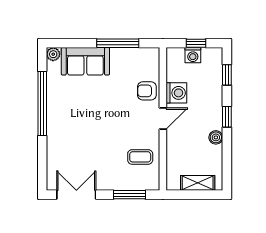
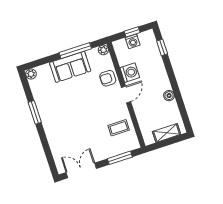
plant: (153, 54) -> (103, 50), added
sofa: (85, 61) -> (70, 67), moved
window: (42, 103) -> (35, 112), width x0.47
window: (227, 117) -> (172, 78), removed

